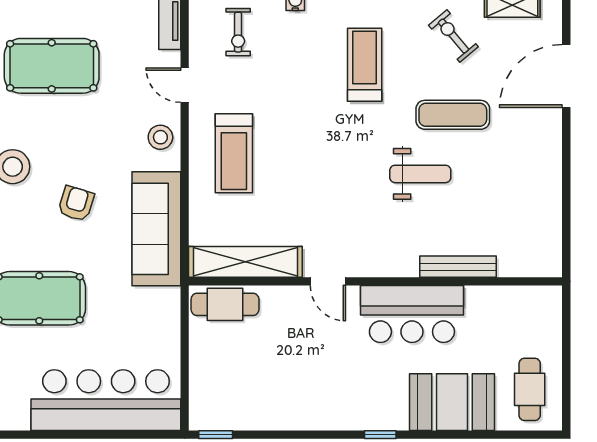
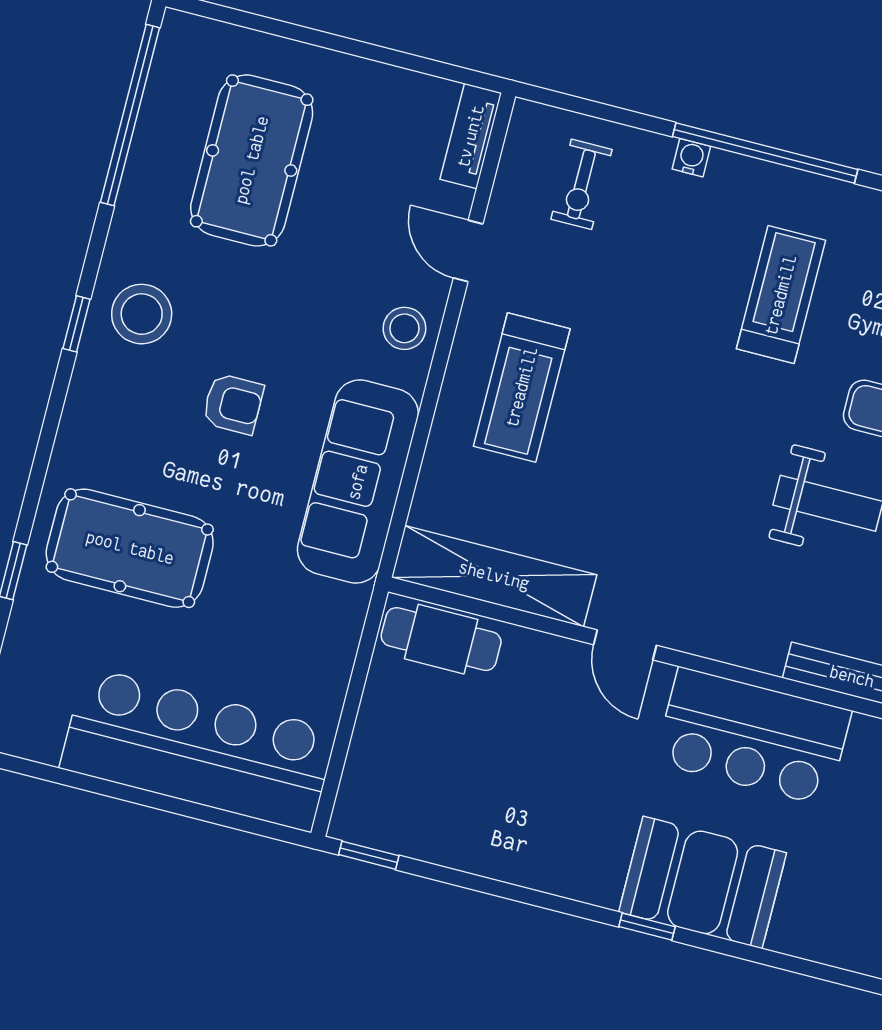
pool table: (52, 66) -> (252, 160), turned 90
armchair: (76, 204) -> (233, 404), turned 73
booth: (452, 402) -> (703, 882), moved

